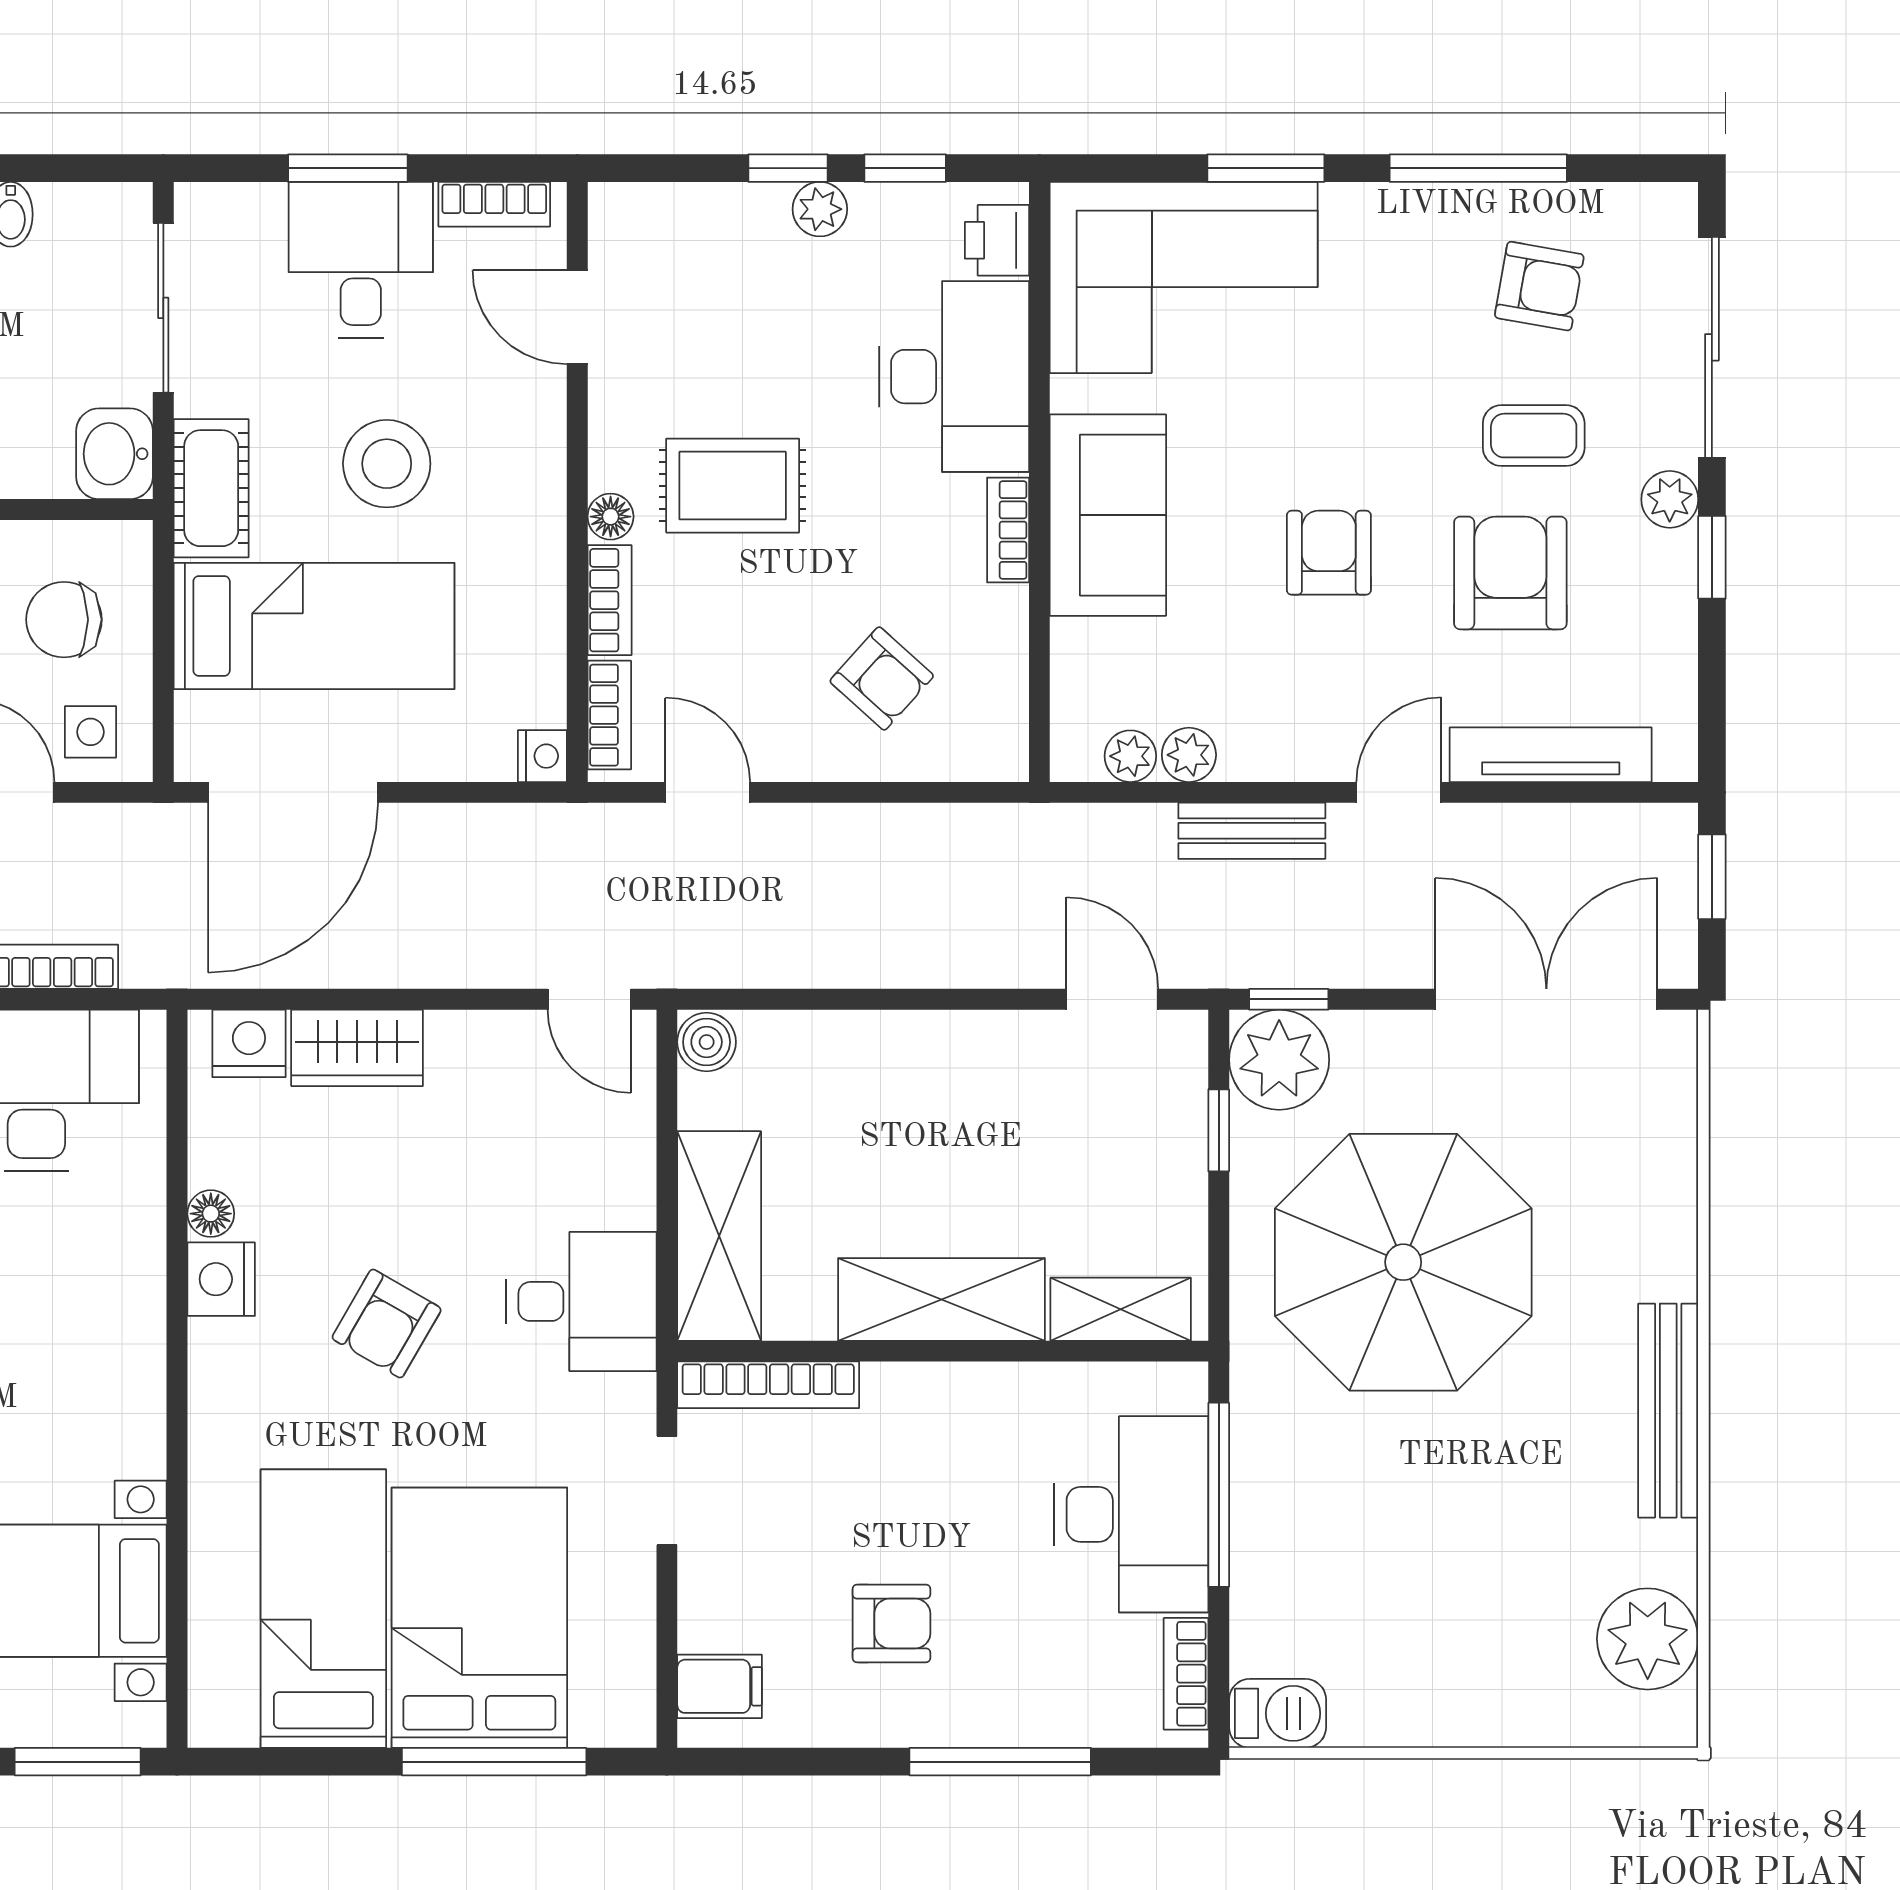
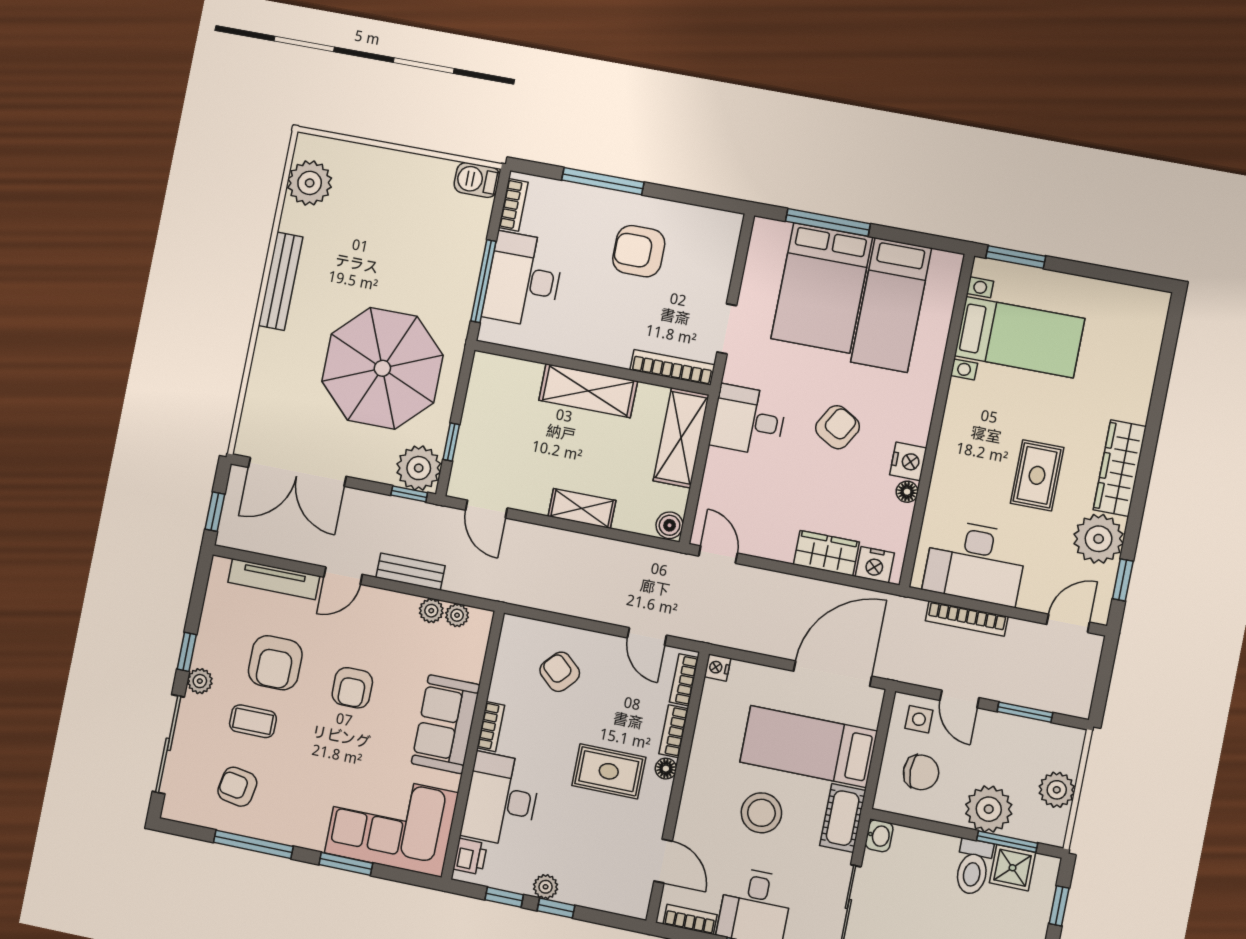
washbasin: (114, 454) -> (879, 836), width x0.72, depth x0.69
shelving: (1121, 1309) -> (582, 508), moved
armchair: (891, 1623) -> (639, 251), width x1.38, depth x1.38
filing cabinet: (720, 1686) -> (721, 237), removed

